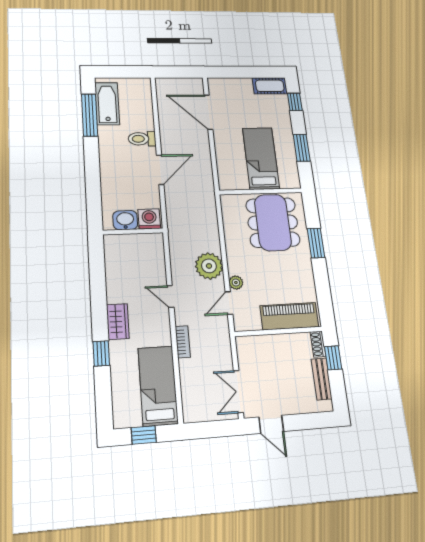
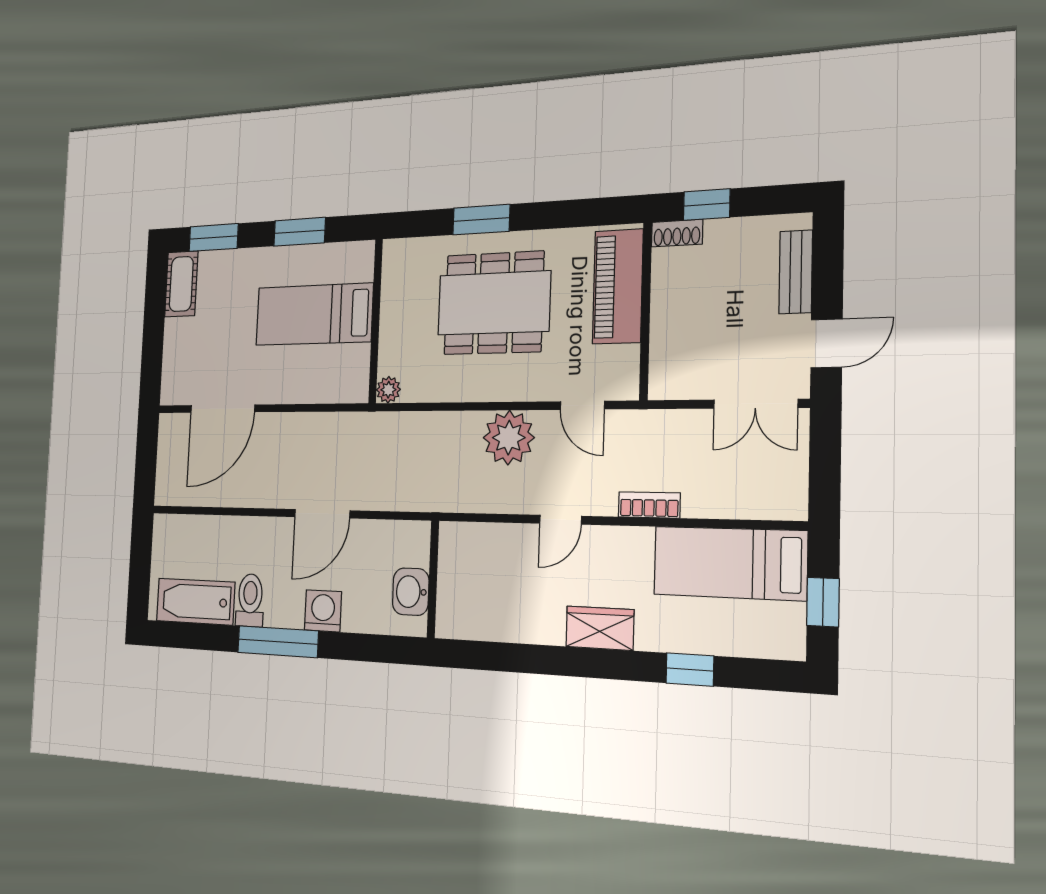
window: (295, 102) -> (214, 237), width x1.50
window: (90, 115) -> (278, 642), moved
toilet: (142, 139) -> (250, 600), moved, turned 180
door: (160, 170) -> (322, 514), swing flipped
washing machine: (149, 219) -> (323, 611), moved, turned 90
dining table: (273, 222) -> (494, 303), moved
plant: (236, 283) -> (388, 390), moved
window: (101, 353) -> (690, 670), moved
bench: (322, 379) -> (796, 272), moved, turned 90

